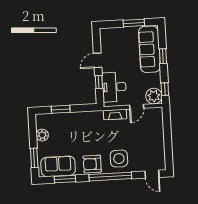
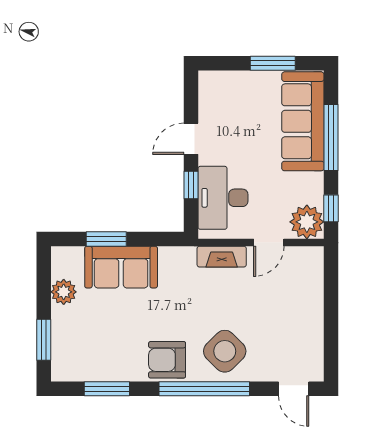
window: (163, 56) -> (331, 138), width x2.17
side table: (119, 159) -> (225, 351), turned 45
sofa: (58, 166) -> (121, 267), moved, turned 180

